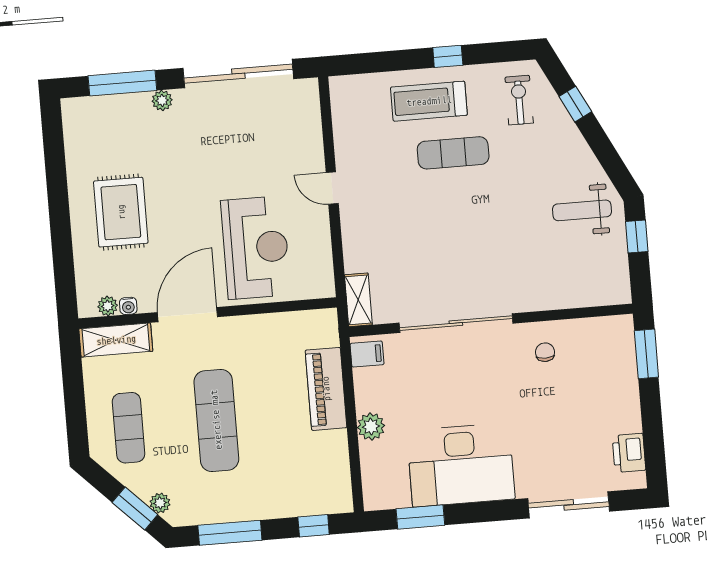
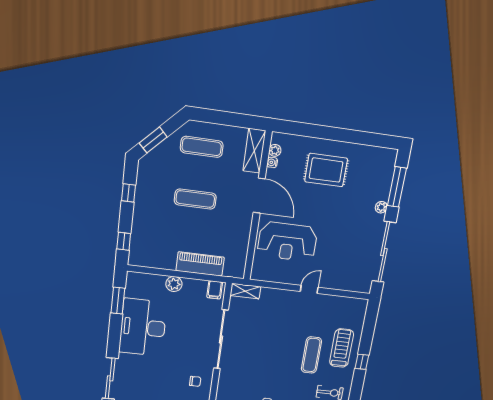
exercise mat: (216, 420) -> (195, 199), width x0.73, depth x0.69
plant: (160, 503) -> (154, 156), removed
window: (230, 533) -> (128, 193), width x0.46

